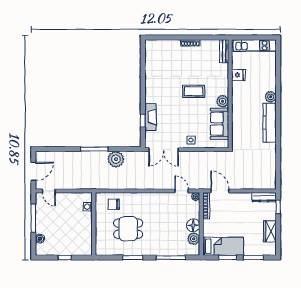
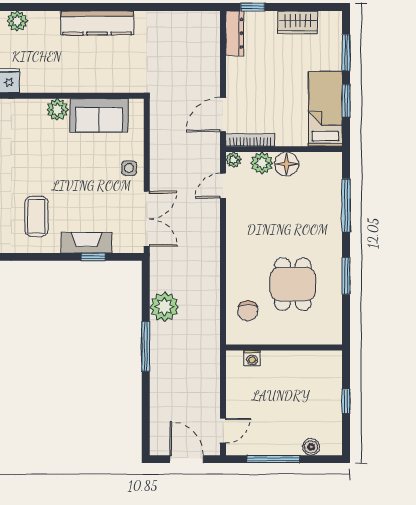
coffee table: (194, 91) -> (36, 216), moved
plant: (271, 97) -> (17, 21), moved
plant: (194, 239) -> (262, 163), moved

